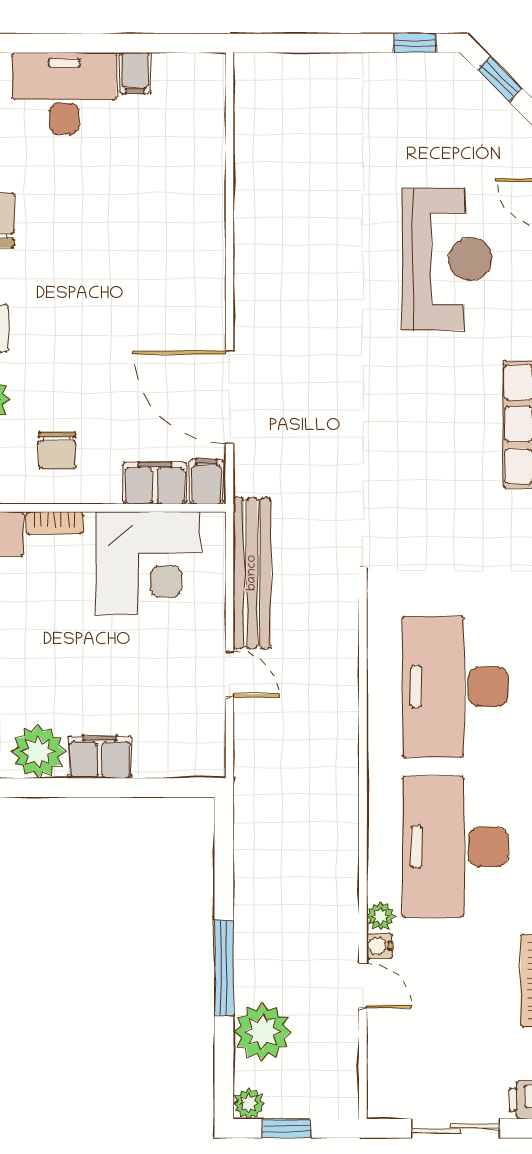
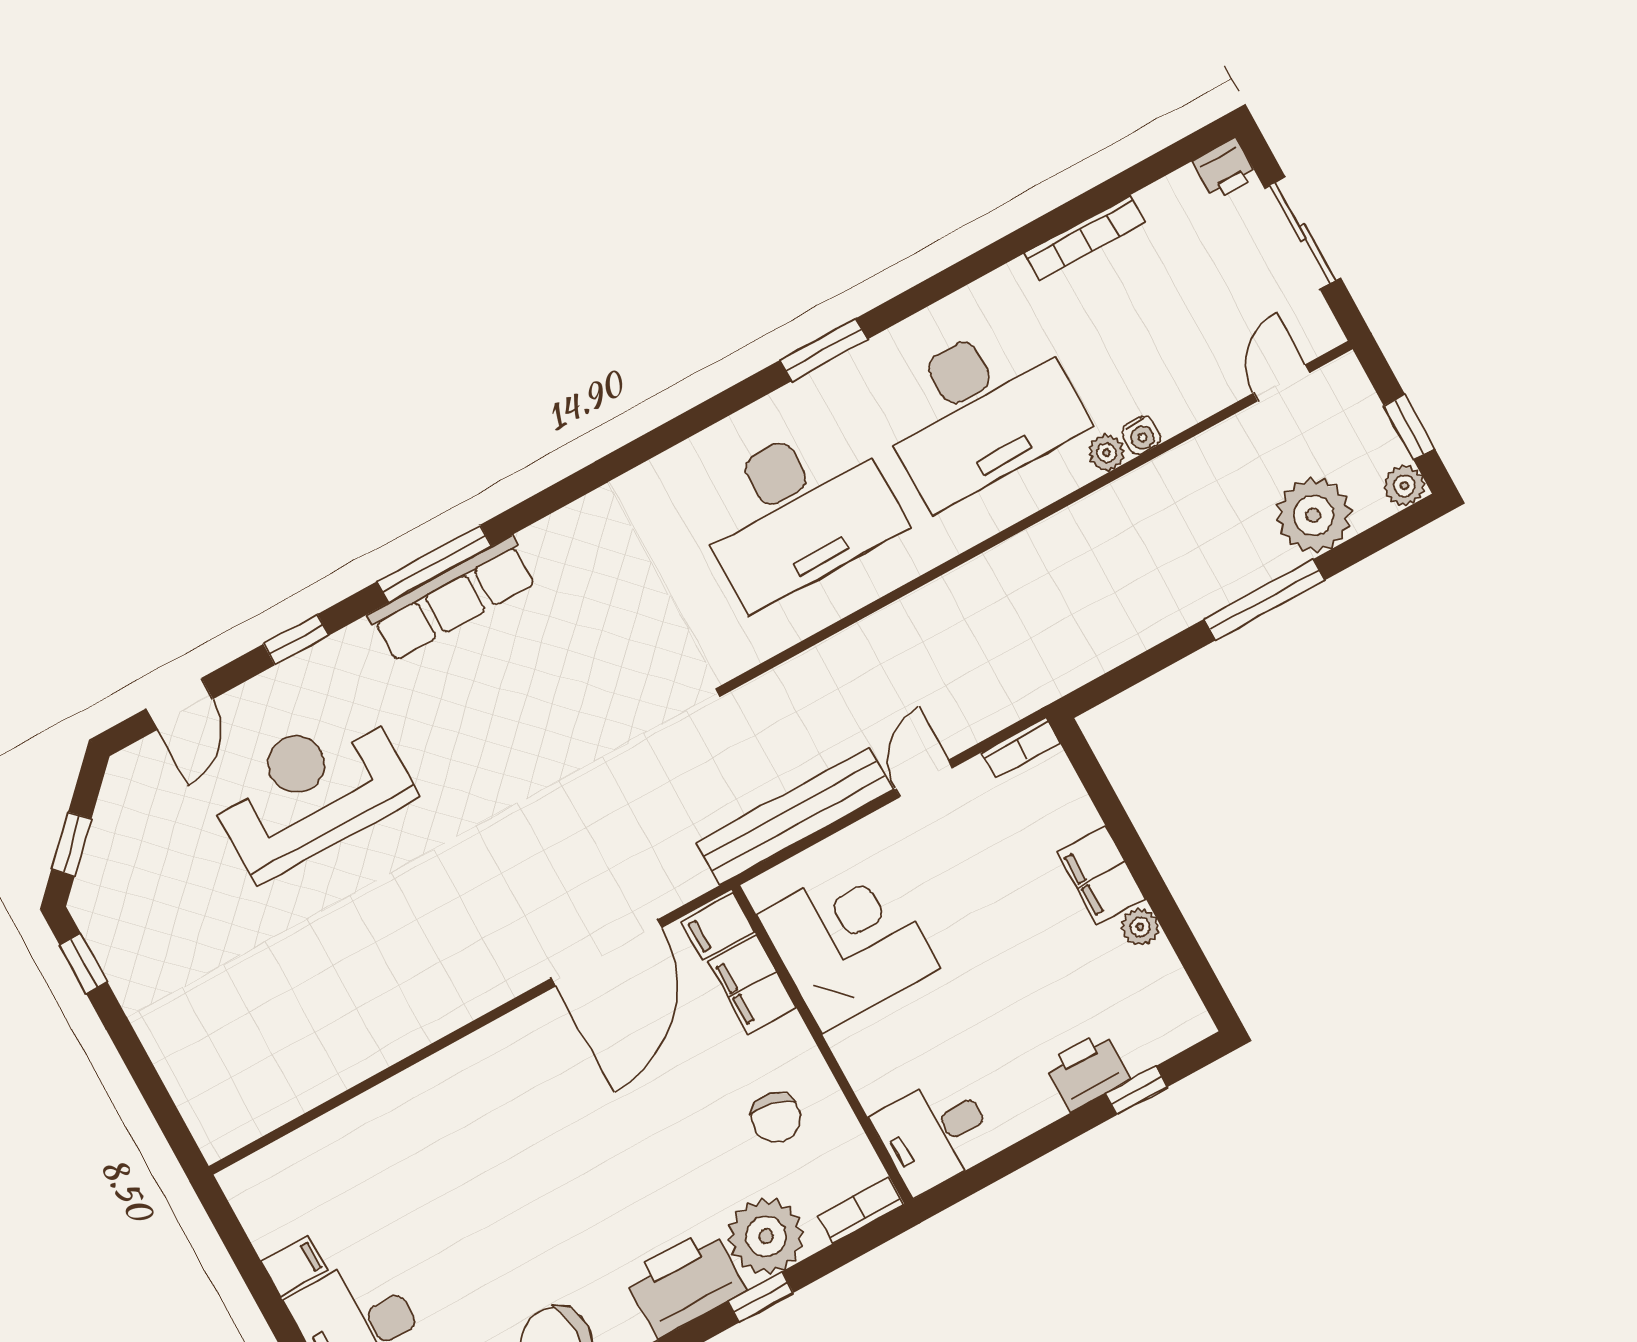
chair: (57, 450) -> (776, 1118), turned 102
bookcase: (55, 523) -> (1021, 748), moved, turned 90
plant: (38, 752) -> (1140, 927), width x0.53, depth x0.53
door: (363, 986) -> (1281, 383), moved

